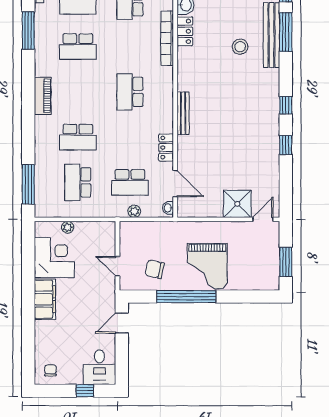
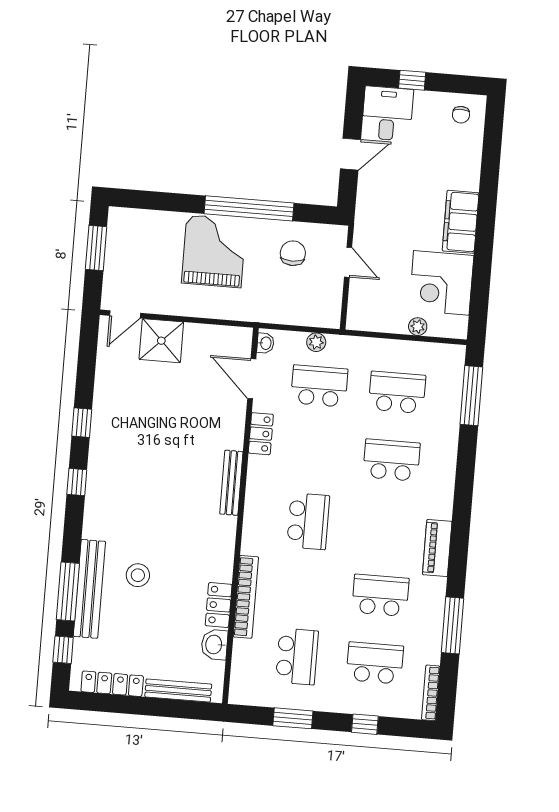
piano: (43, 96) -> (437, 548), moved
school desk: (78, 182) -> (397, 392), turned -90
chair: (155, 269) -> (293, 253), turned -103
door: (122, 323) -> (351, 154), moved

